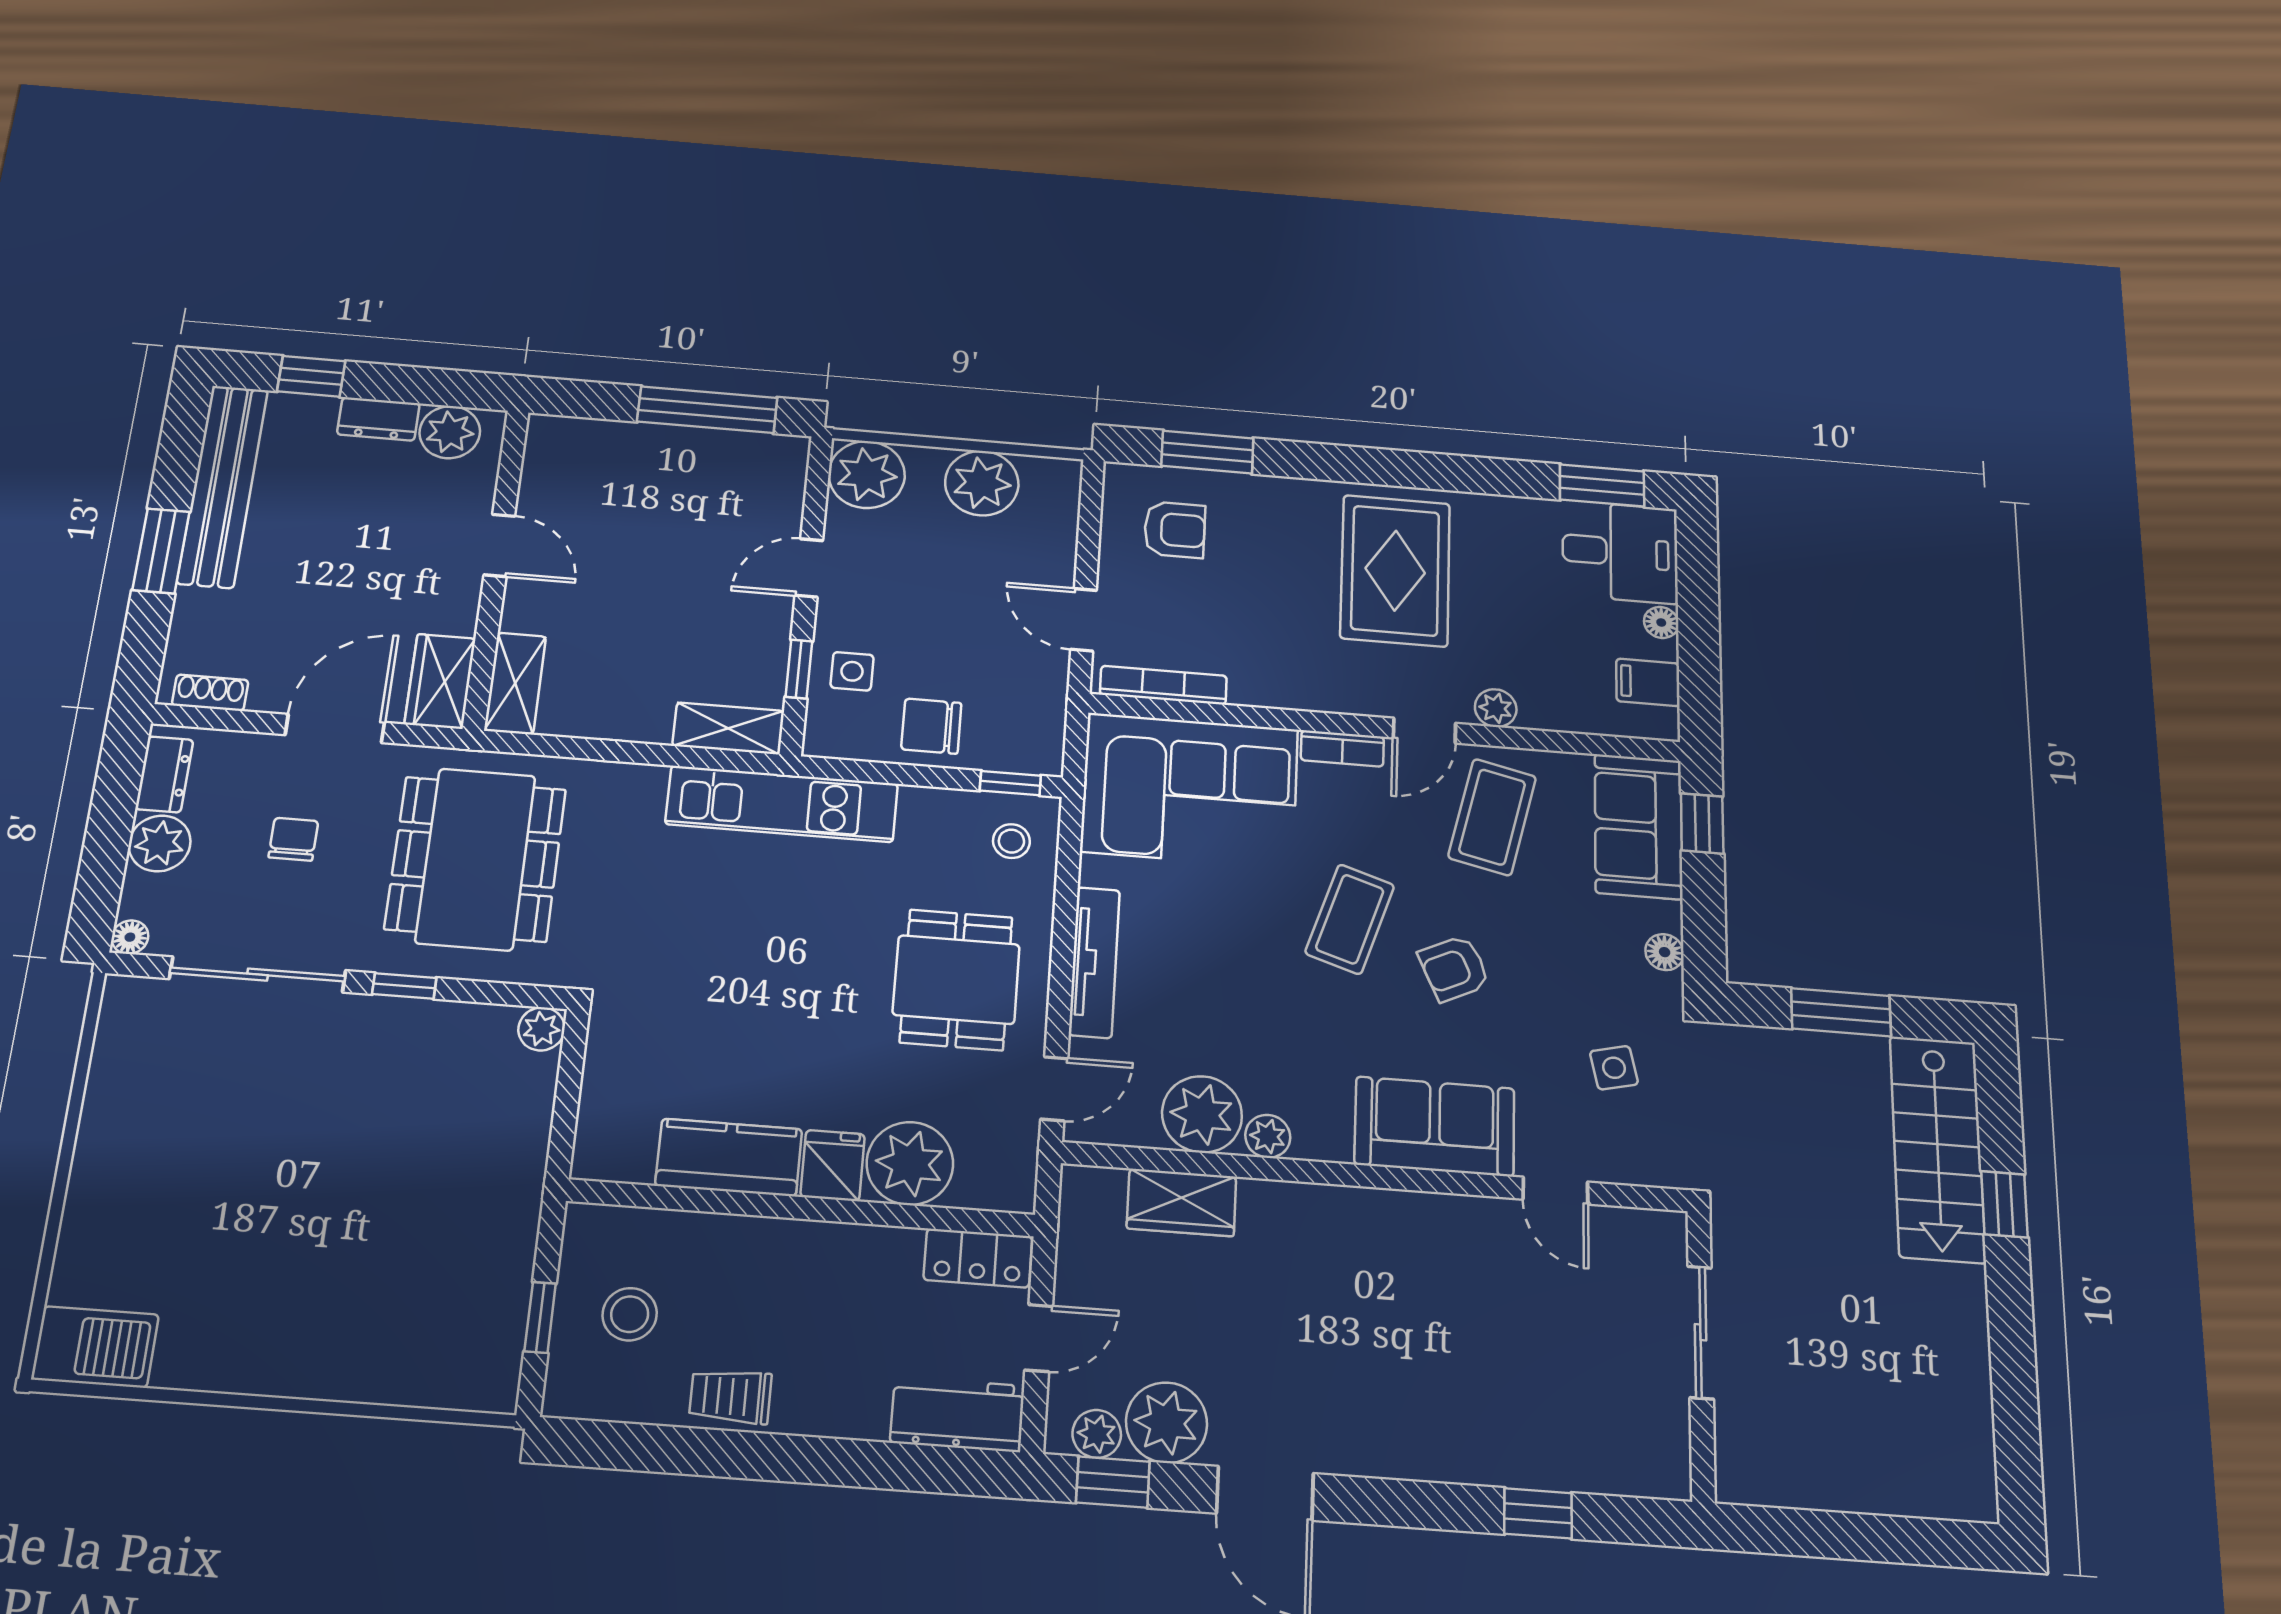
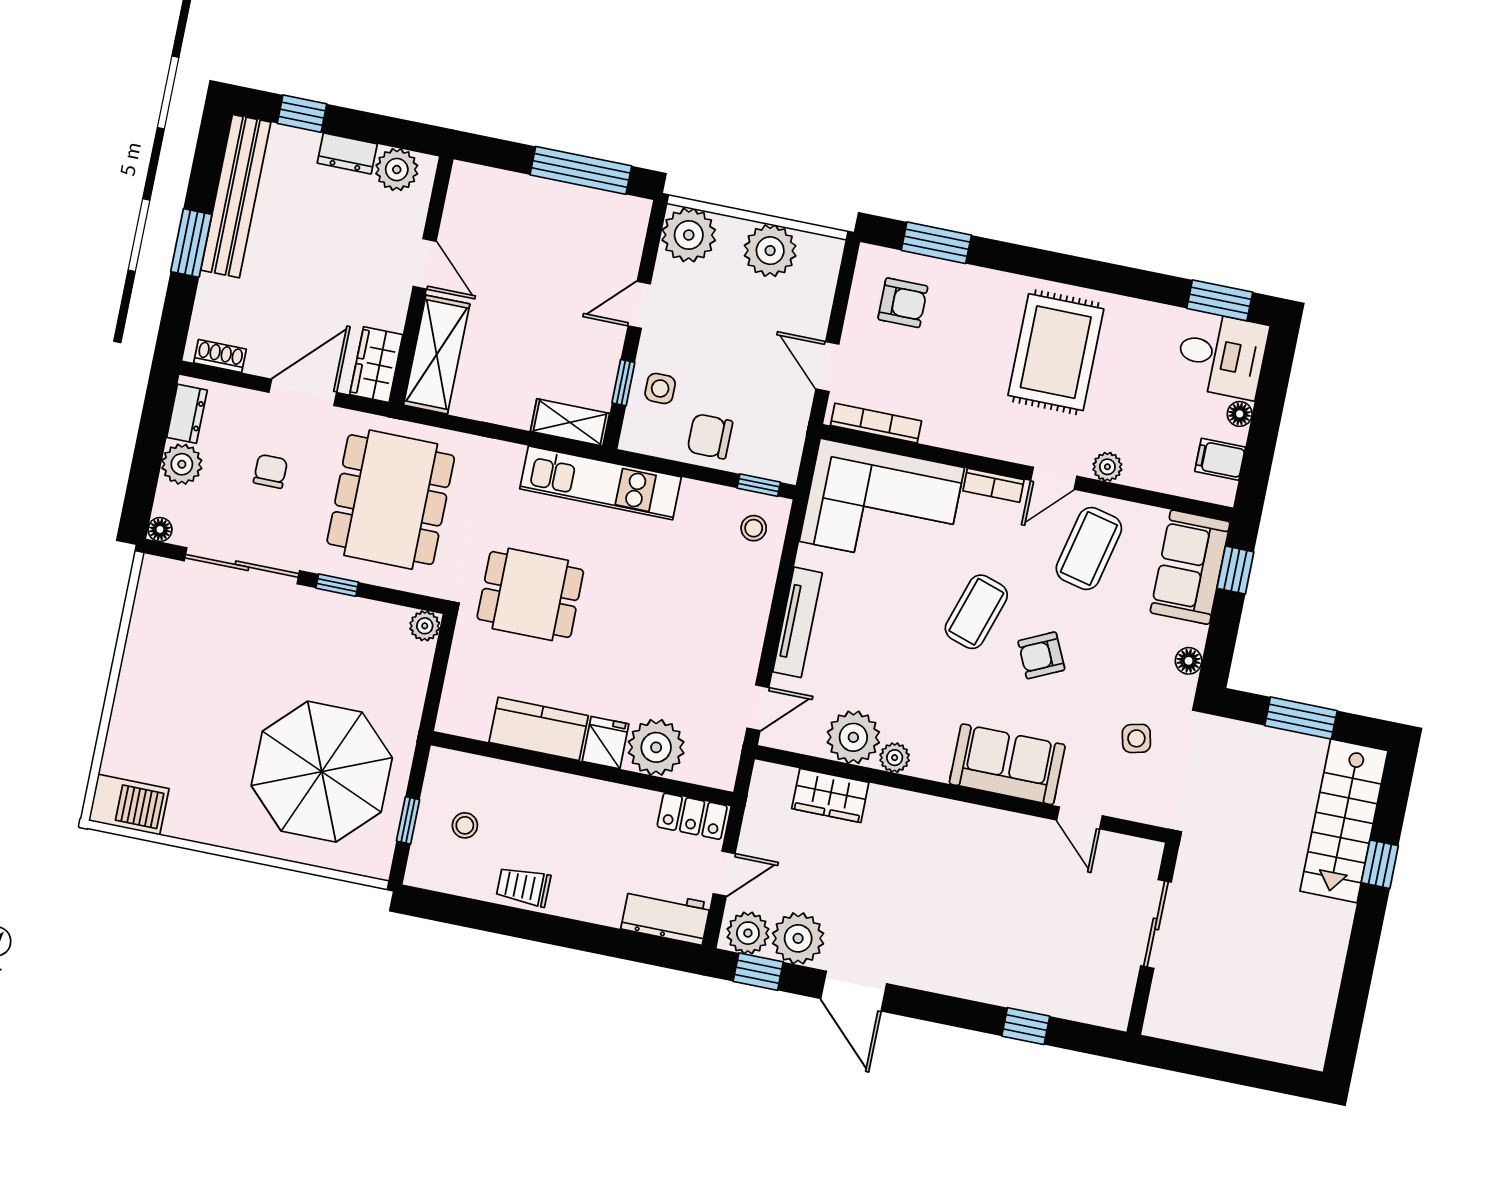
shelving: (515, 683) -> (437, 355), width x1.50, depth x1.33
dining table: (956, 980) -> (530, 594), moved, turned 90
parasol: (399, 1260) -> (322, 772), added
stool: (630, 1314) -> (465, 825), width x0.73, depth x0.73
plant: (1097, 1434) -> (748, 933), width x1.38, depth x1.38

